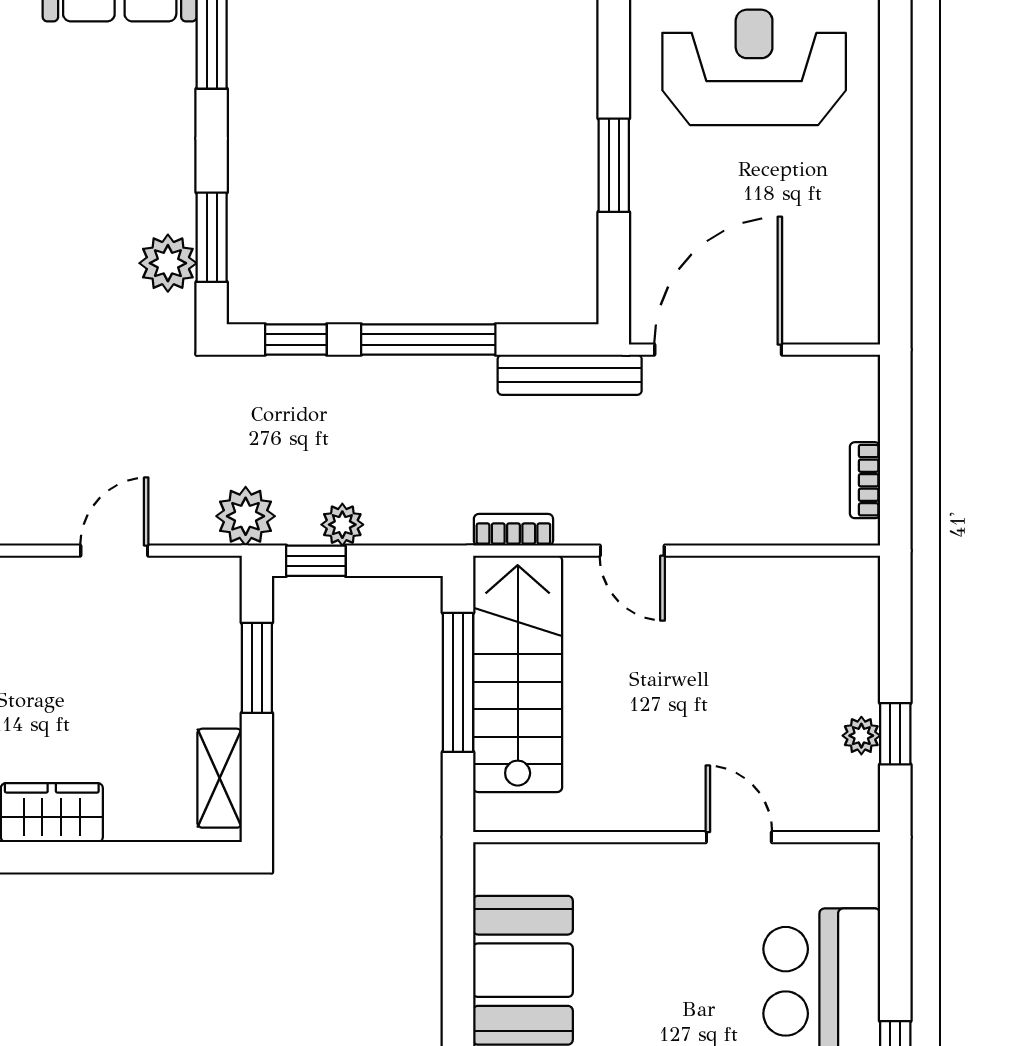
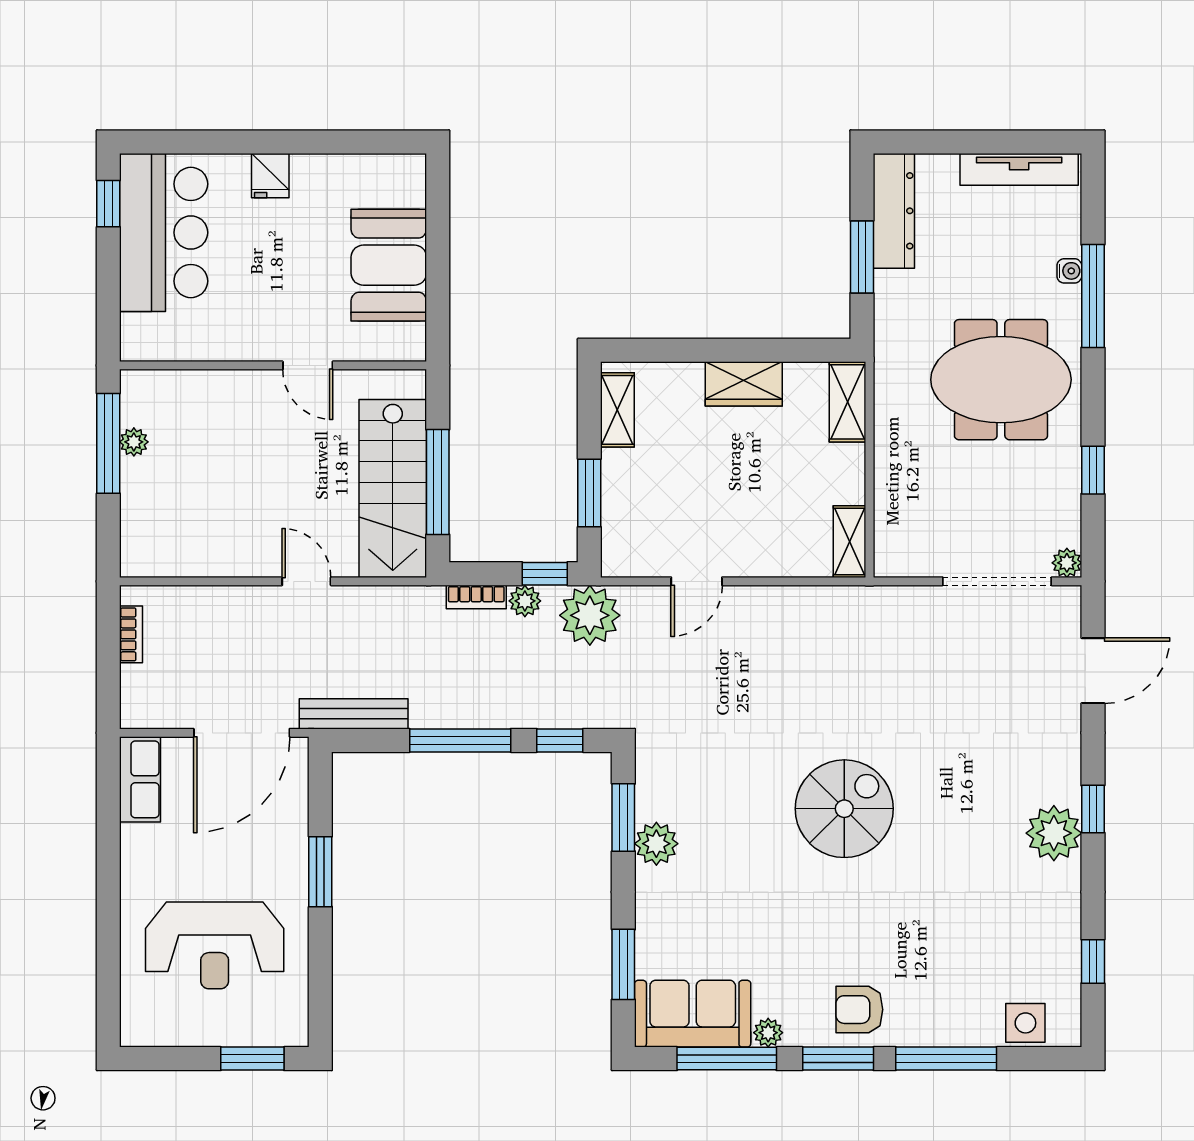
plant: (168, 263) -> (656, 844), moved
row of seats: (853, 288) -> (140, 779), added
plant: (246, 516) -> (590, 615), width x1.36, depth x1.36
bookcase: (513, 530) -> (476, 597), moved
window: (895, 734) -> (108, 443), width x2.17
door: (739, 837) -> (308, 365), moved

